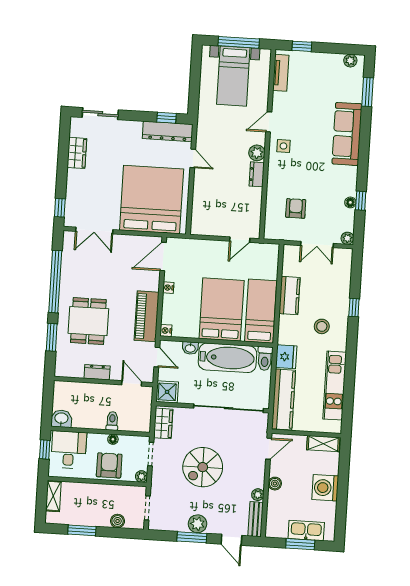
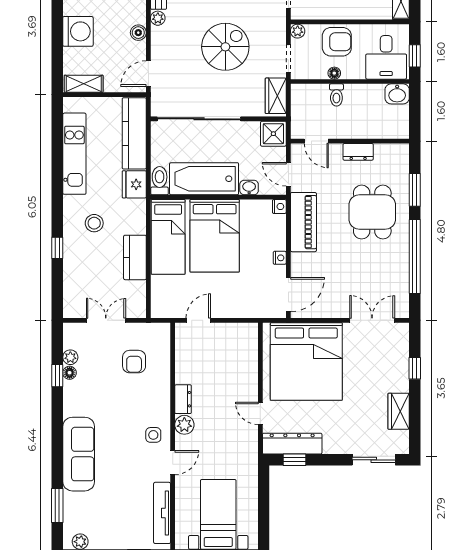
tv unit: (281, 73) -> (162, 513), width x1.41
window: (60, 208) -> (415, 368), moved
plant: (347, 238) -> (70, 357), moved
armchair: (109, 465) -> (337, 42), turned -90

